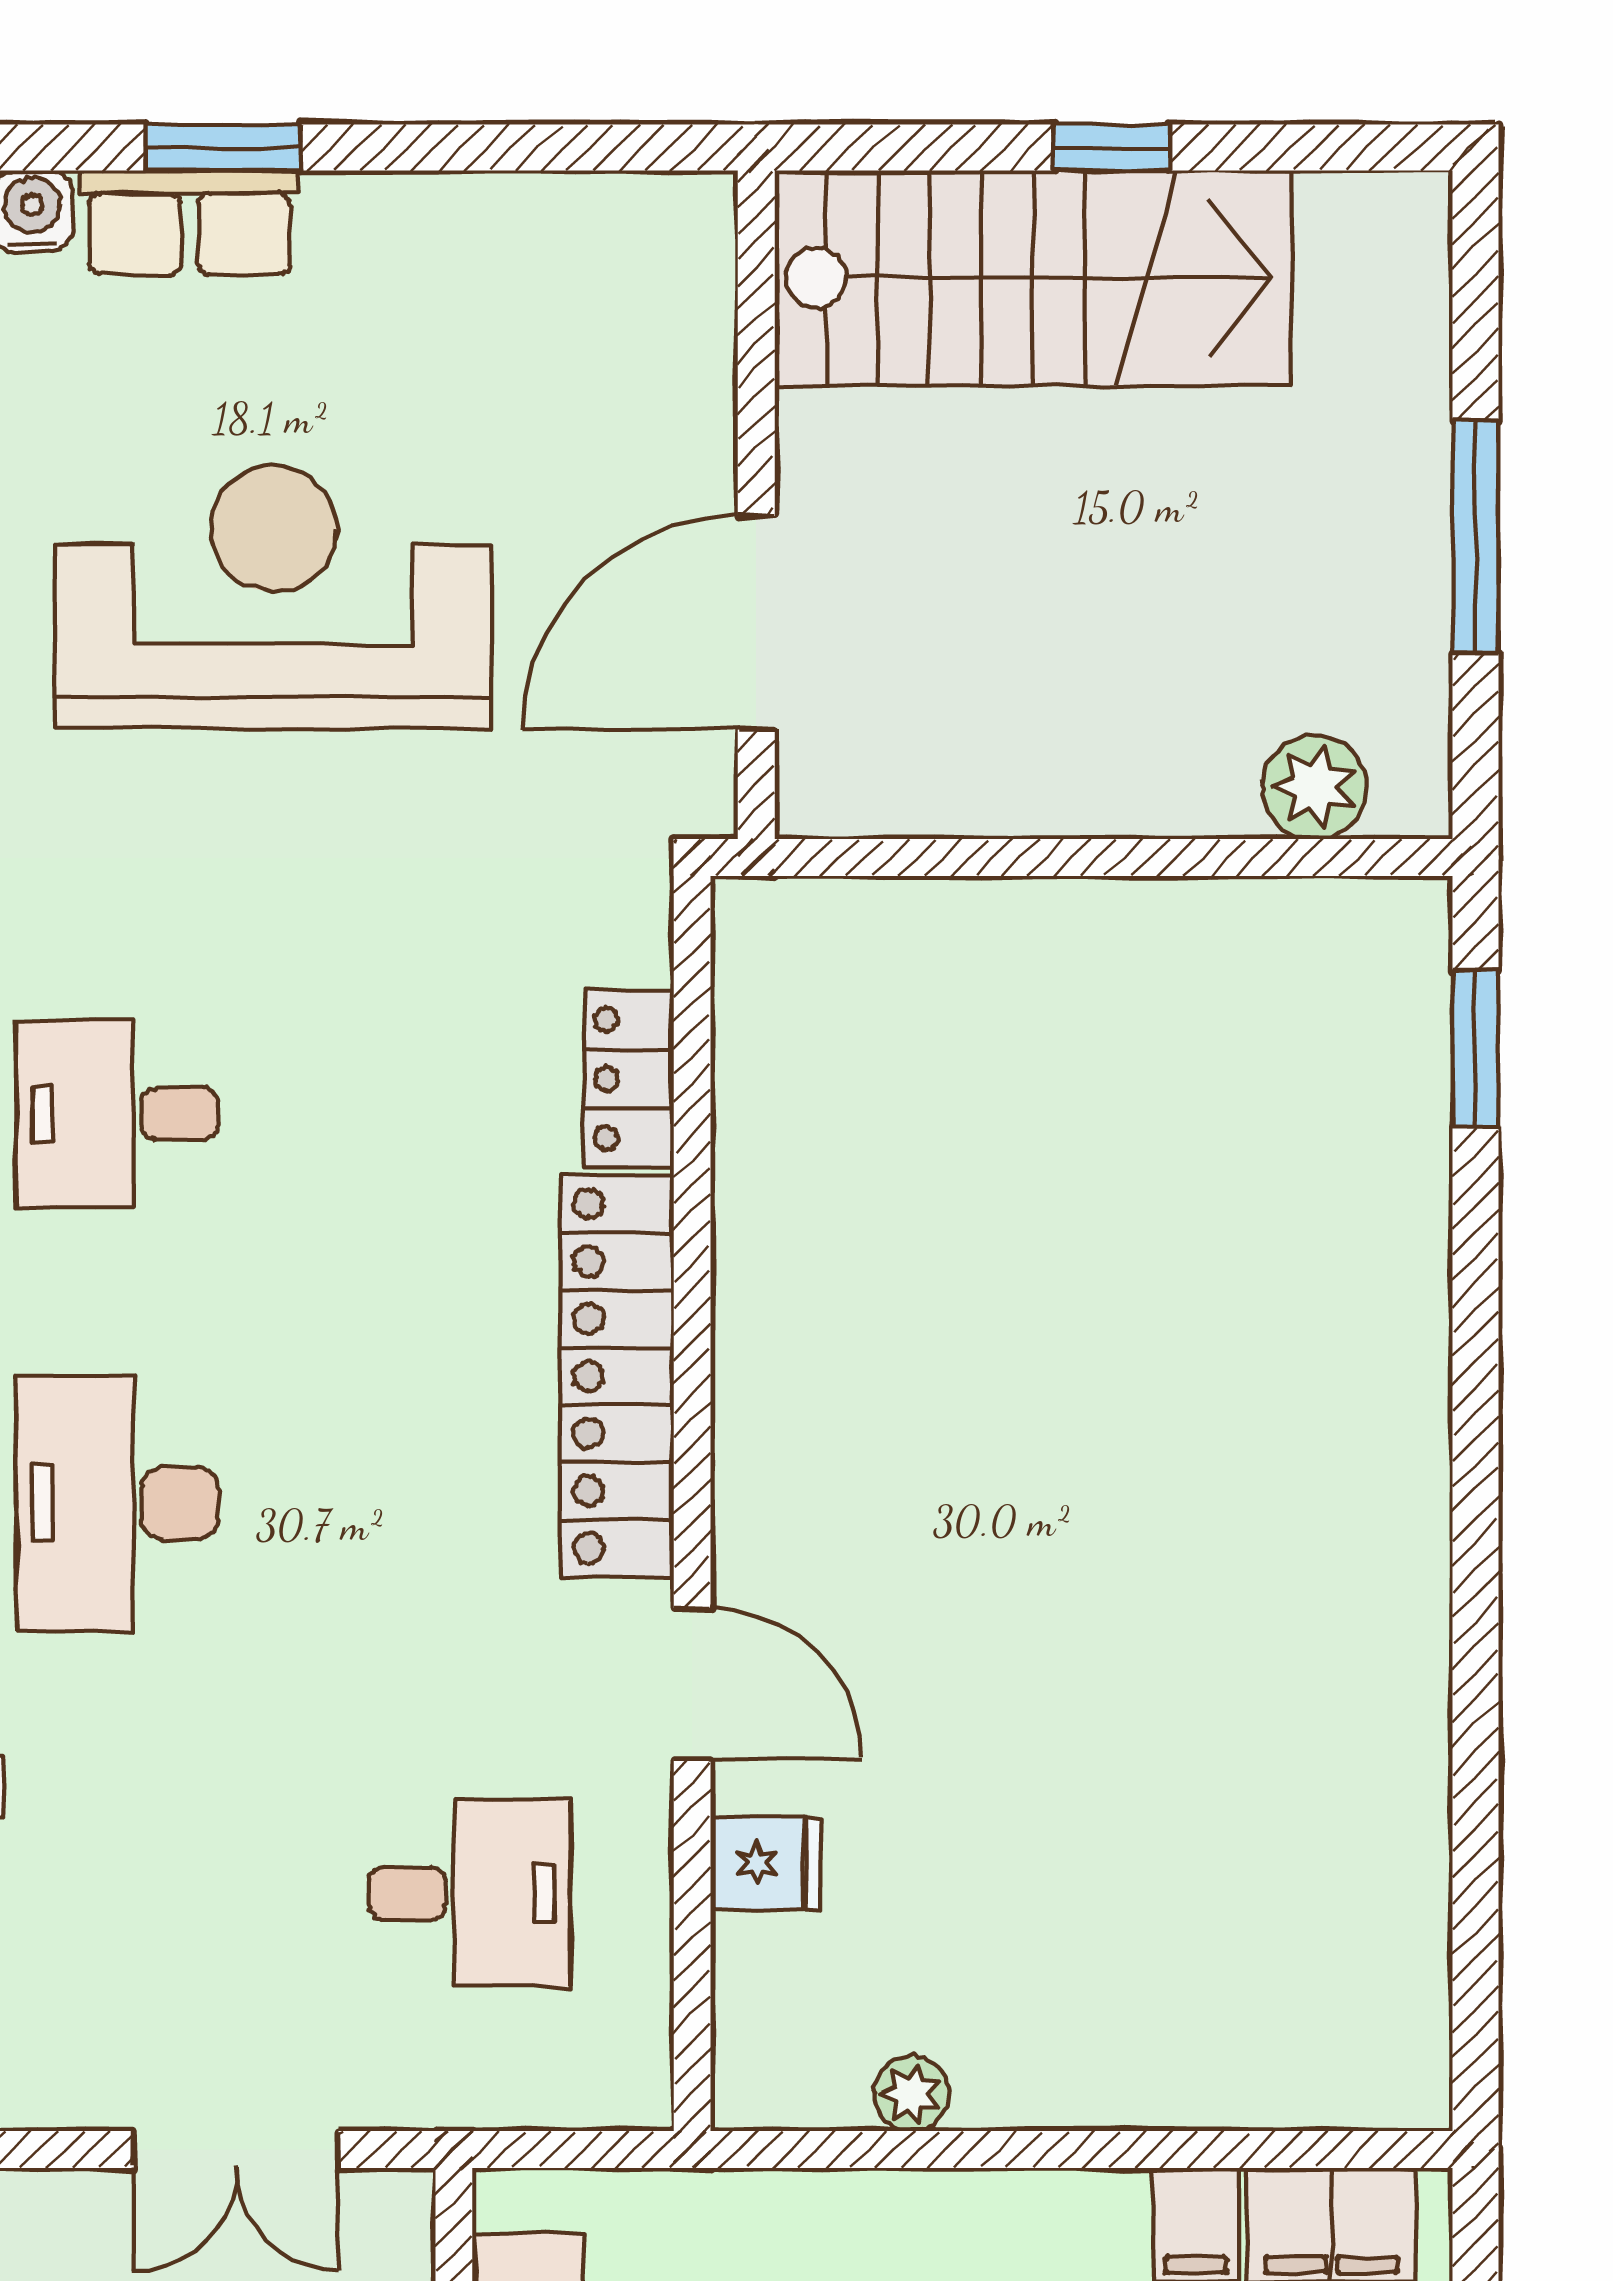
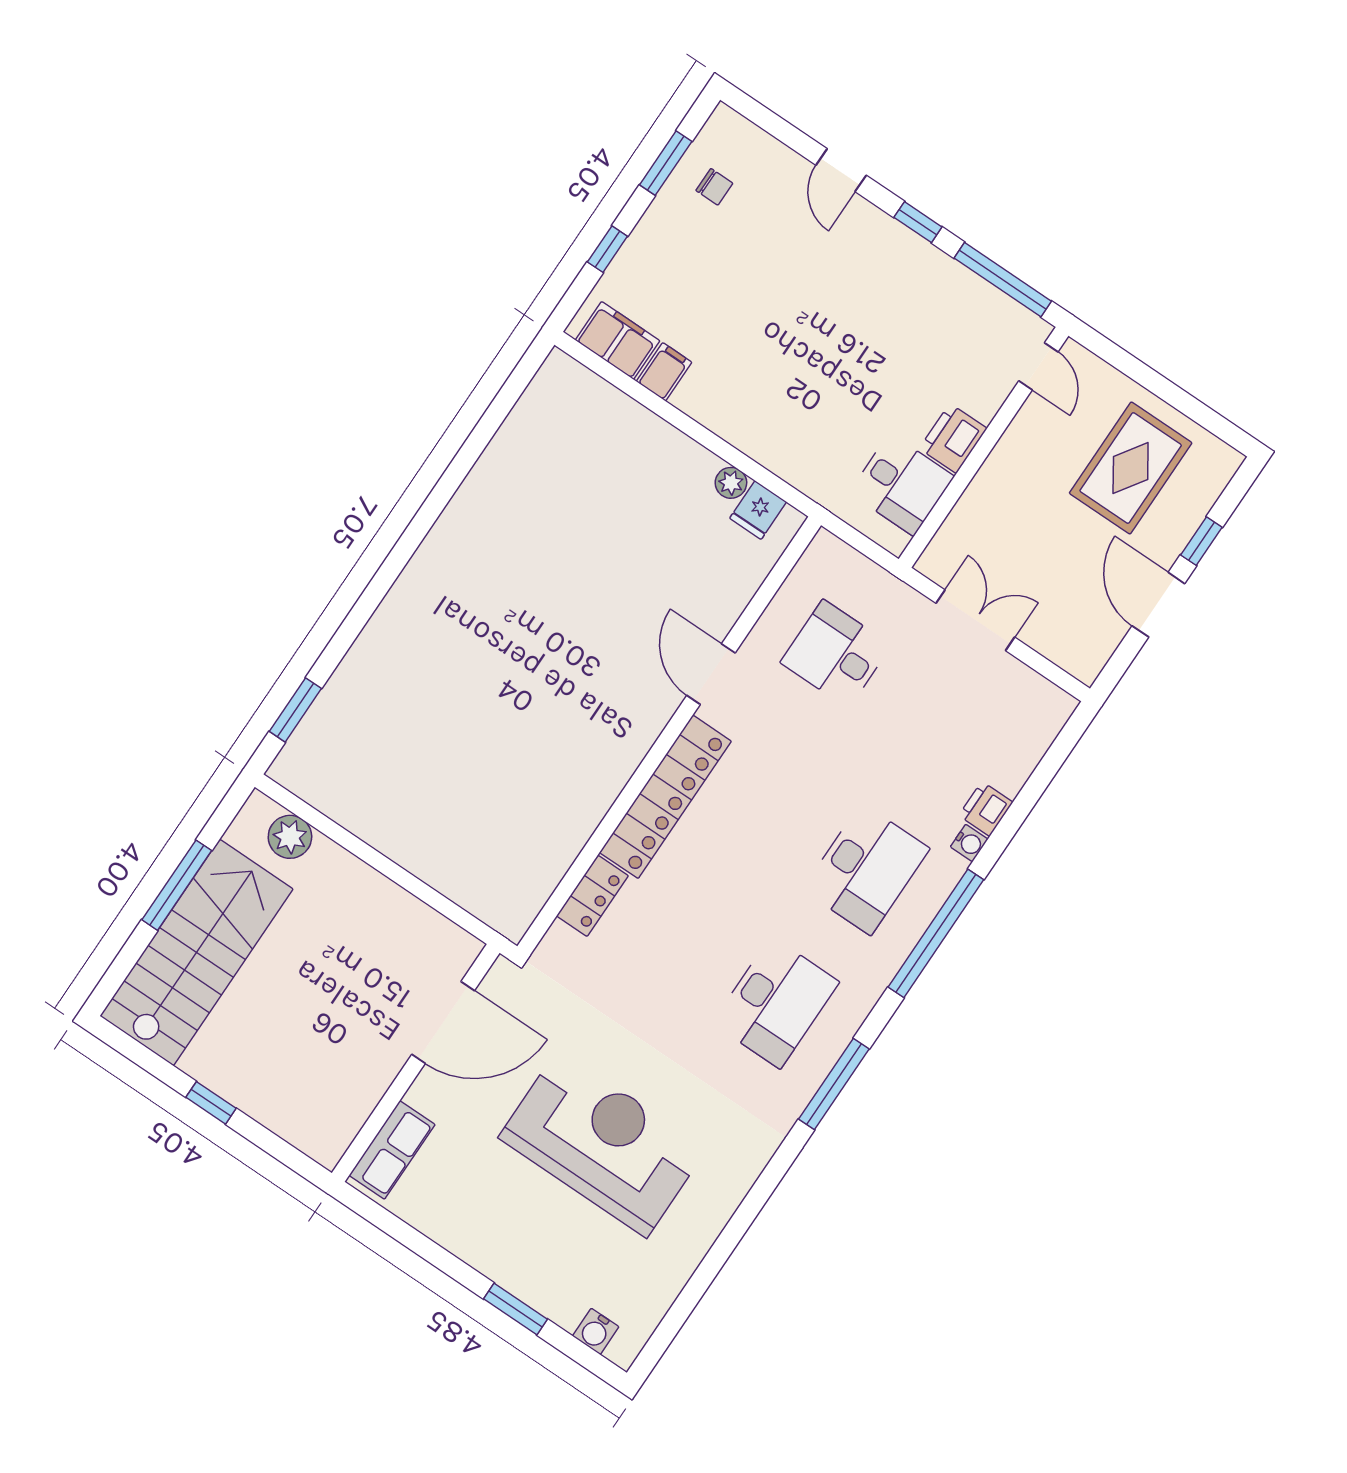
row of seats: (190, 223) -> (392, 1150), moved, turned 90
stairs: (1033, 278) -> (196, 952), moved, turned 90
reception desk: (273, 597) -> (602, 1143), turned 180
desk: (117, 1114) -> (776, 1003), width x1.37
fridge: (766, 1863) -> (758, 510), moved, turned -90

